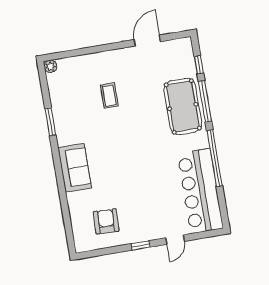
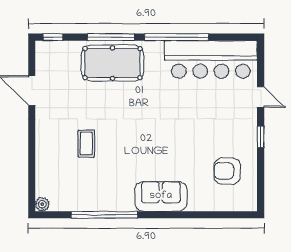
window: (199, 65) -> (53, 37), moved
coffee table: (109, 96) -> (86, 144), turned 90
window: (50, 122) -> (105, 215), width x2.11

